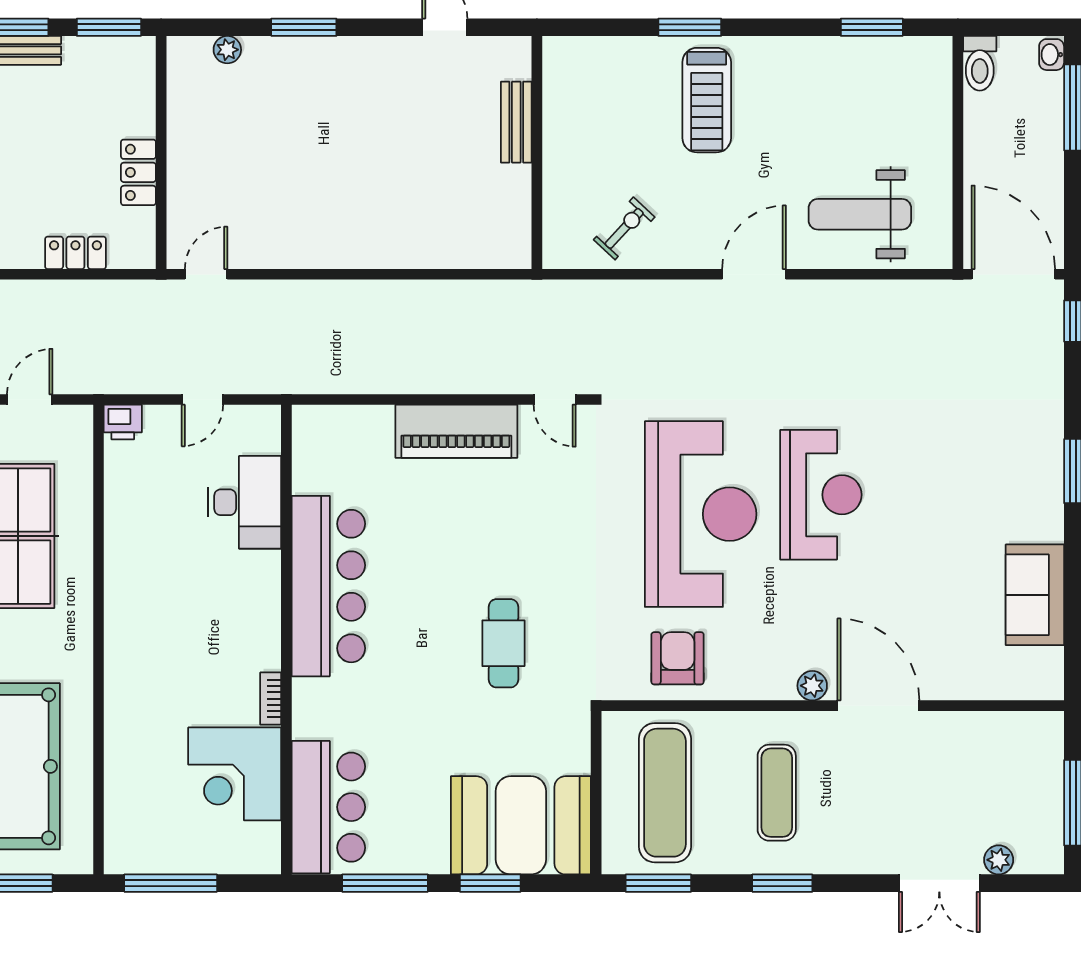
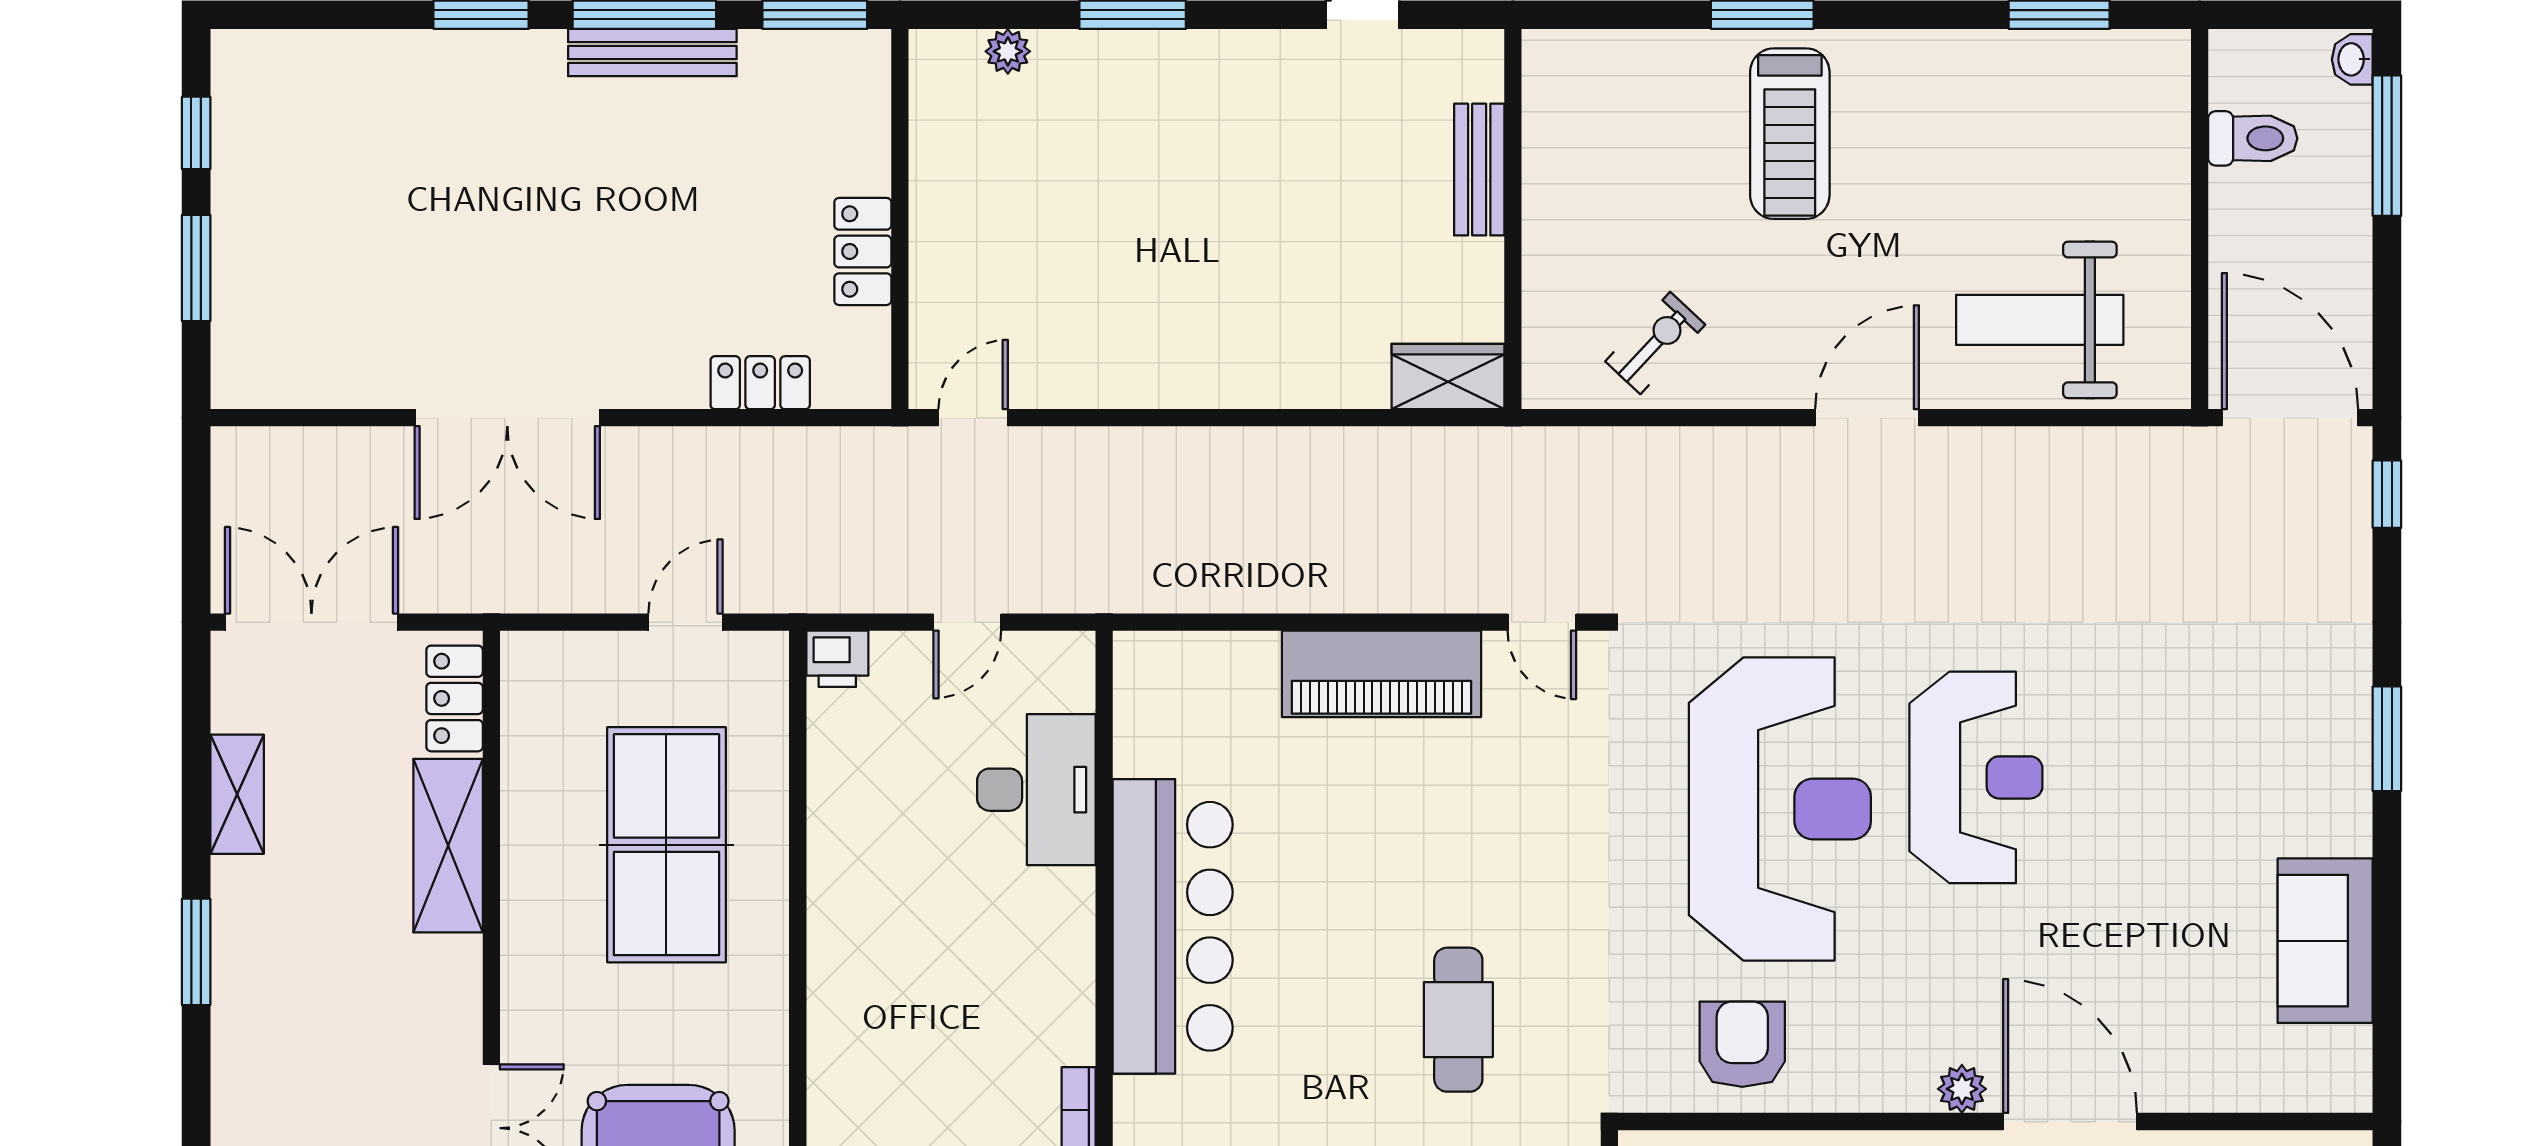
toilet: (980, 63) -> (2253, 138), moved, turned -90
wardrobe: (497, 249) -> (1448, 377), added

